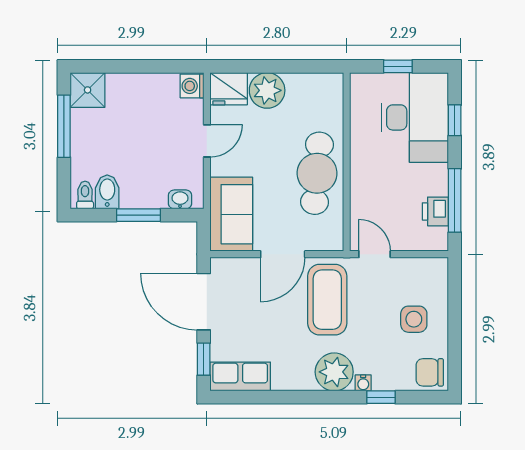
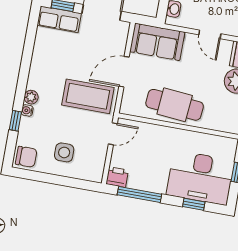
printer: (435, 211) -> (117, 177), moved
door: (283, 254) -> (124, 72), hinge flipped
plant: (334, 372) -> (31, 97), width x0.53, depth x0.53
chair: (430, 372) -> (26, 157), turned 90
row of seats: (240, 376) -> (59, 19), moved, turned 90

